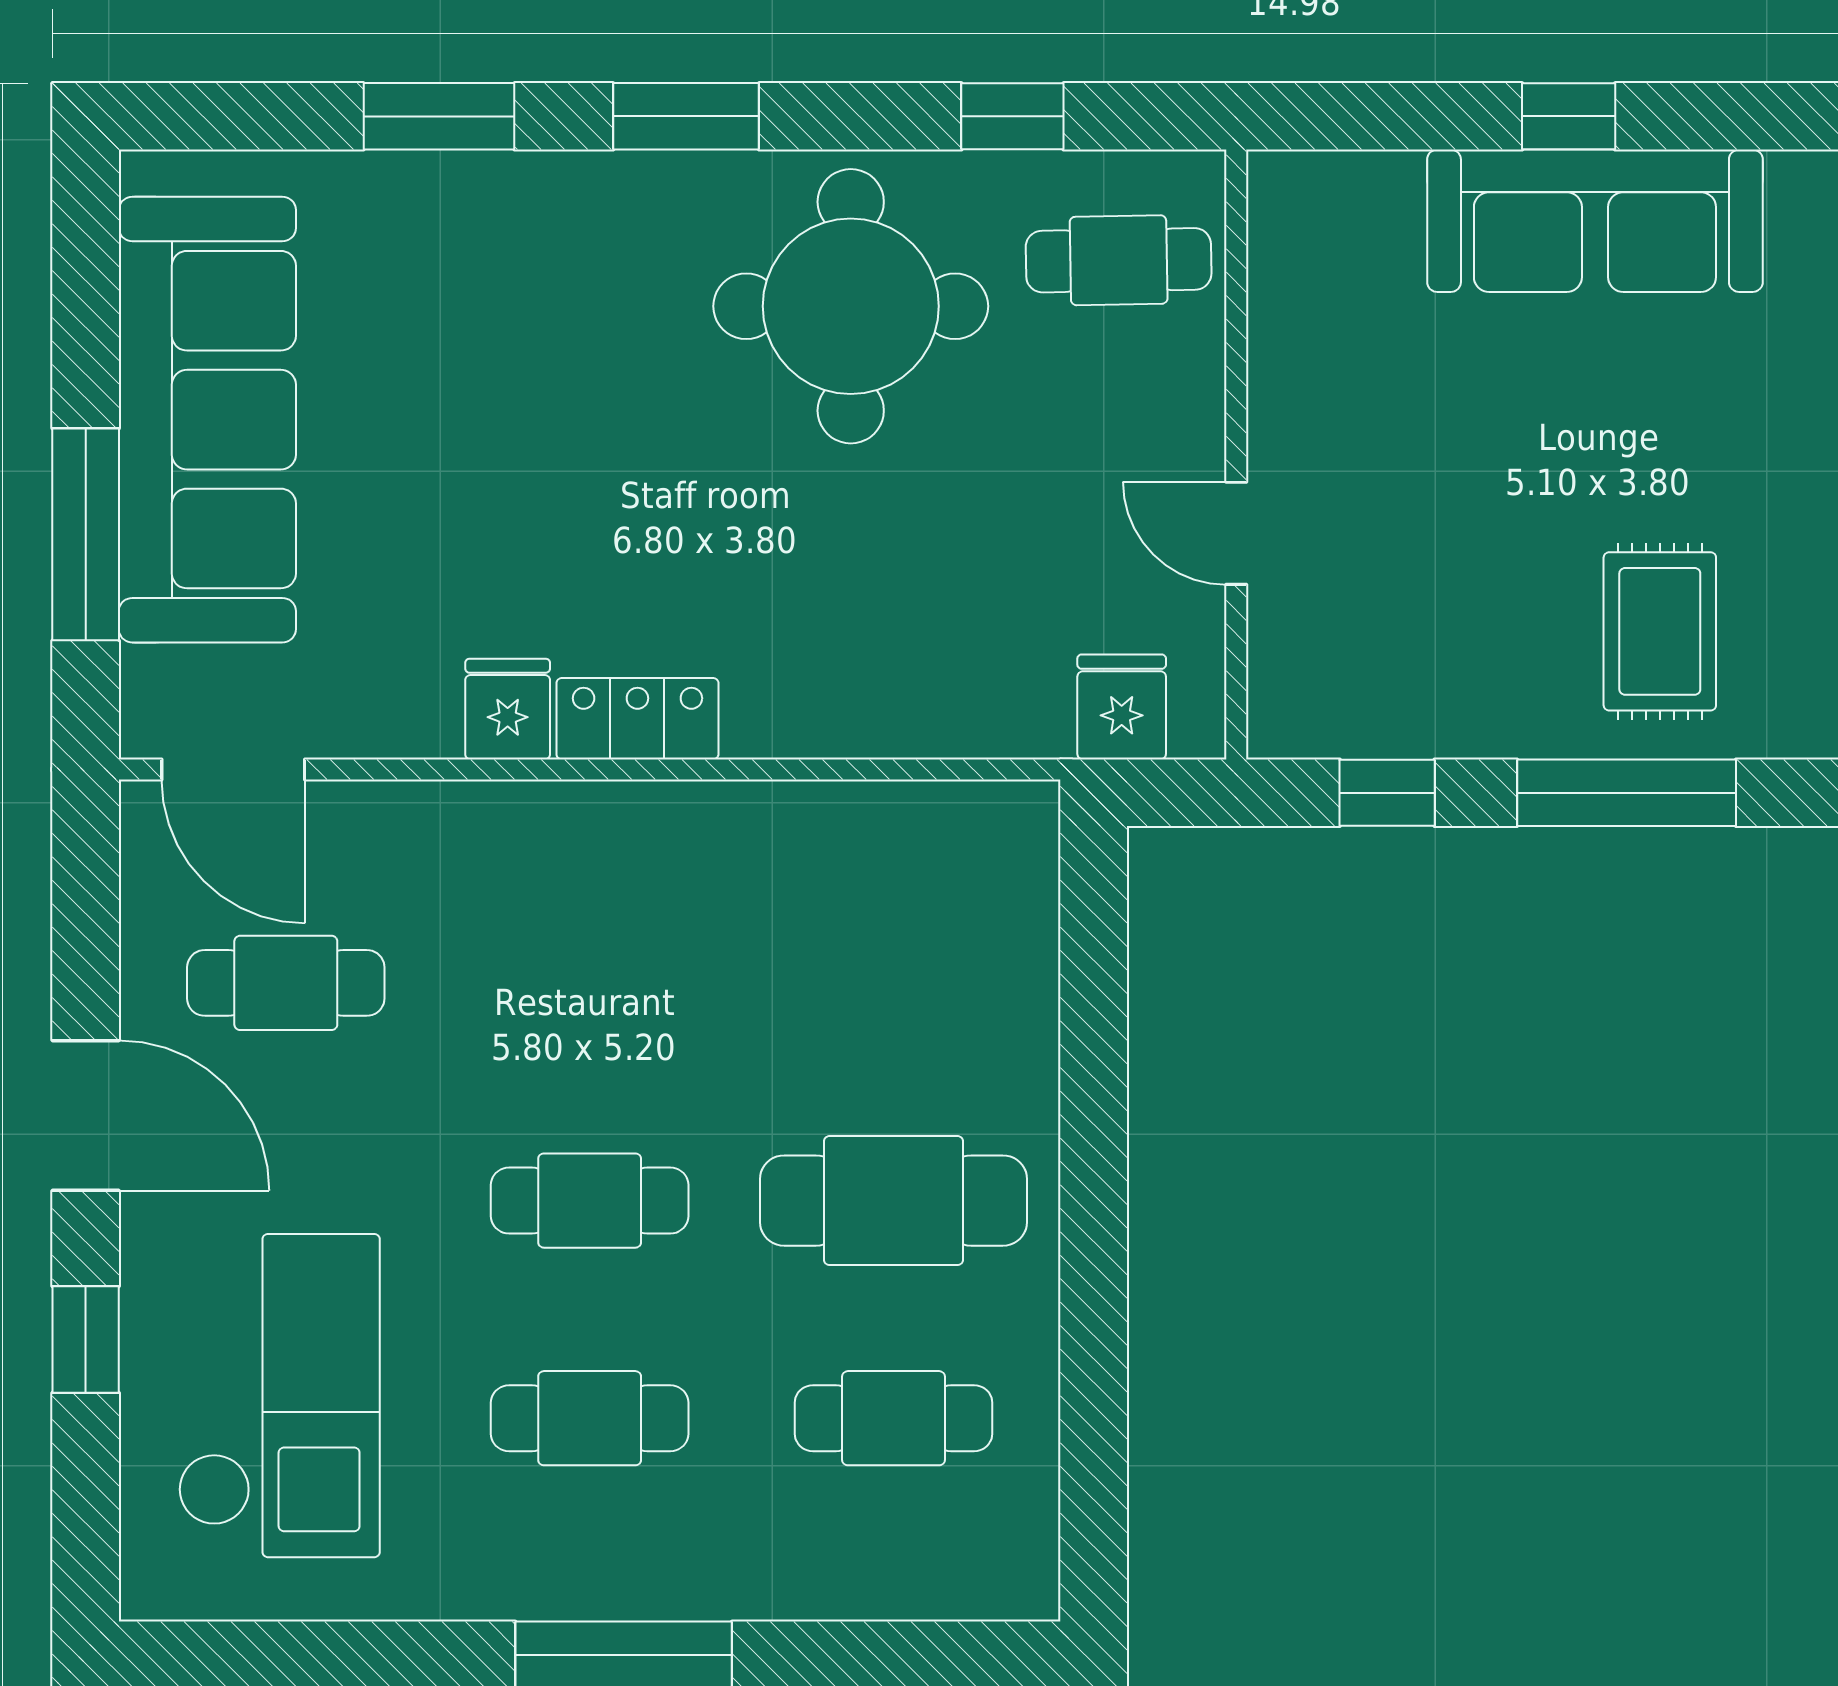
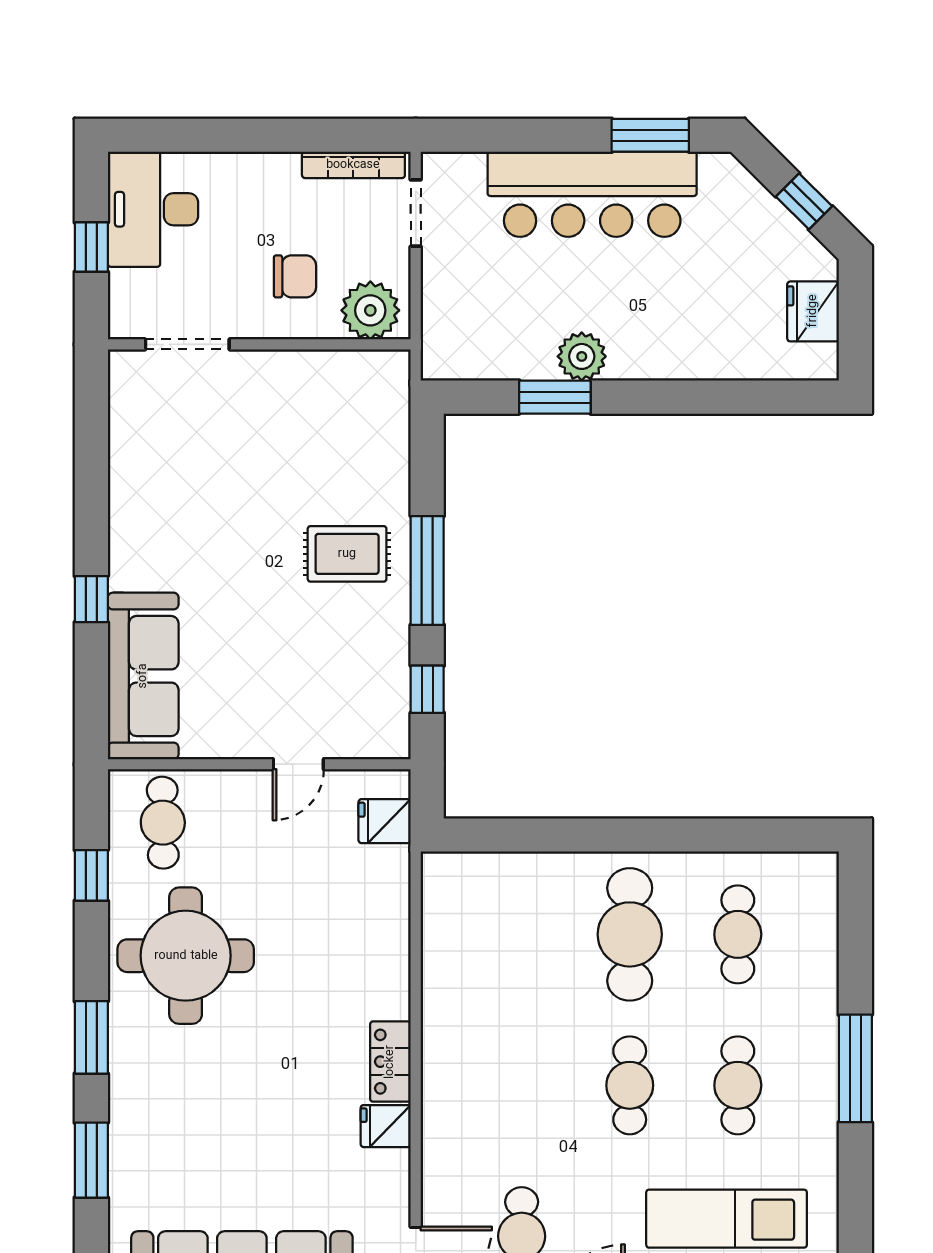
sofa: (1595, 221) -> (143, 676), moved

